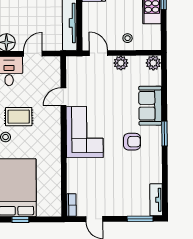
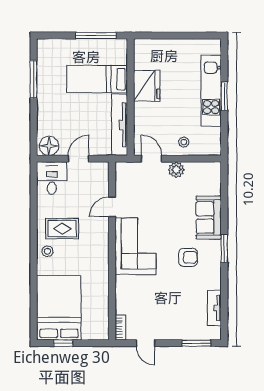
plant: (153, 63) -> (212, 170), removed
tv unit: (156, 200) -> (214, 308), moved

